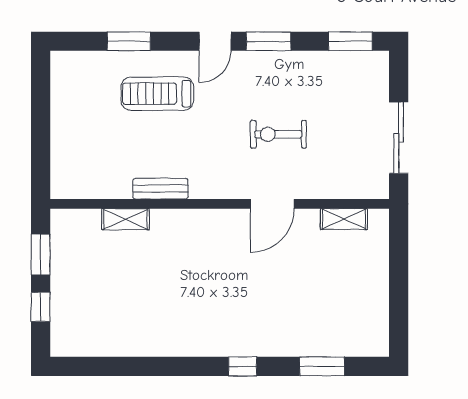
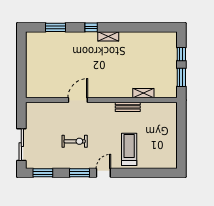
window: (129, 41) -> (142, 173), removed
treadmill: (157, 94) -> (129, 149), turned -90
exercise bike: (278, 134) -> (75, 141), moved
sliding door: (399, 138) -> (21, 145), moved
shelving: (344, 219) -> (108, 36), moved

